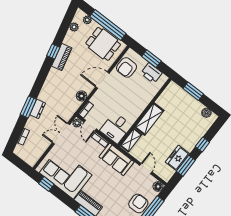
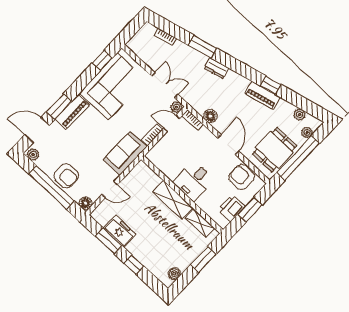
dresser: (38, 109) -> (216, 68), moved
desk: (116, 128) -> (194, 181), moved, turned -90
shelving: (131, 140) -> (200, 223), moved

